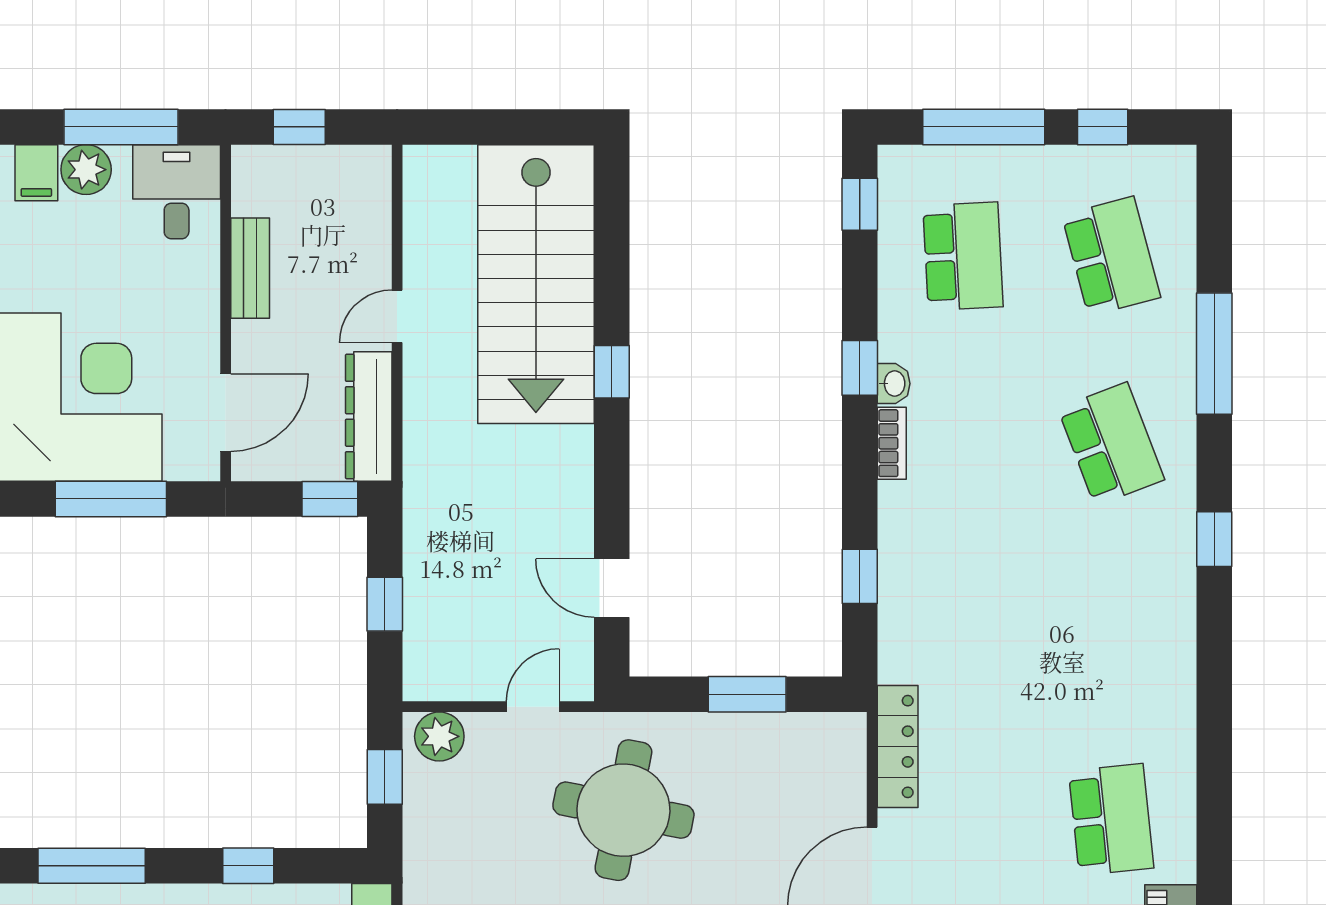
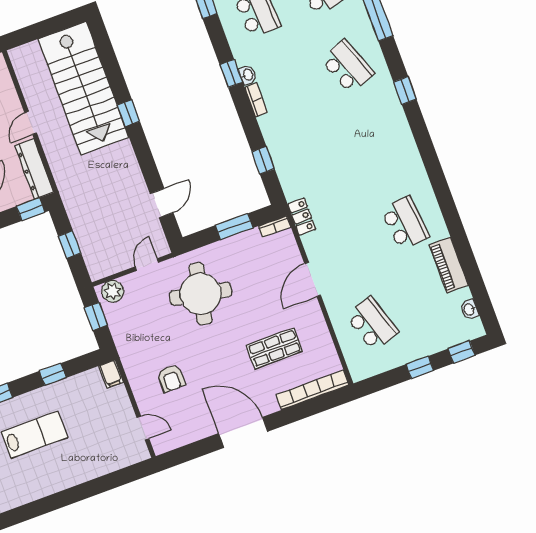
door: (612, 588) -> (162, 203), swing flipped
bookcase: (833, 726) -> (275, 227), added
locker: (898, 747) -> (302, 217), width x0.66

